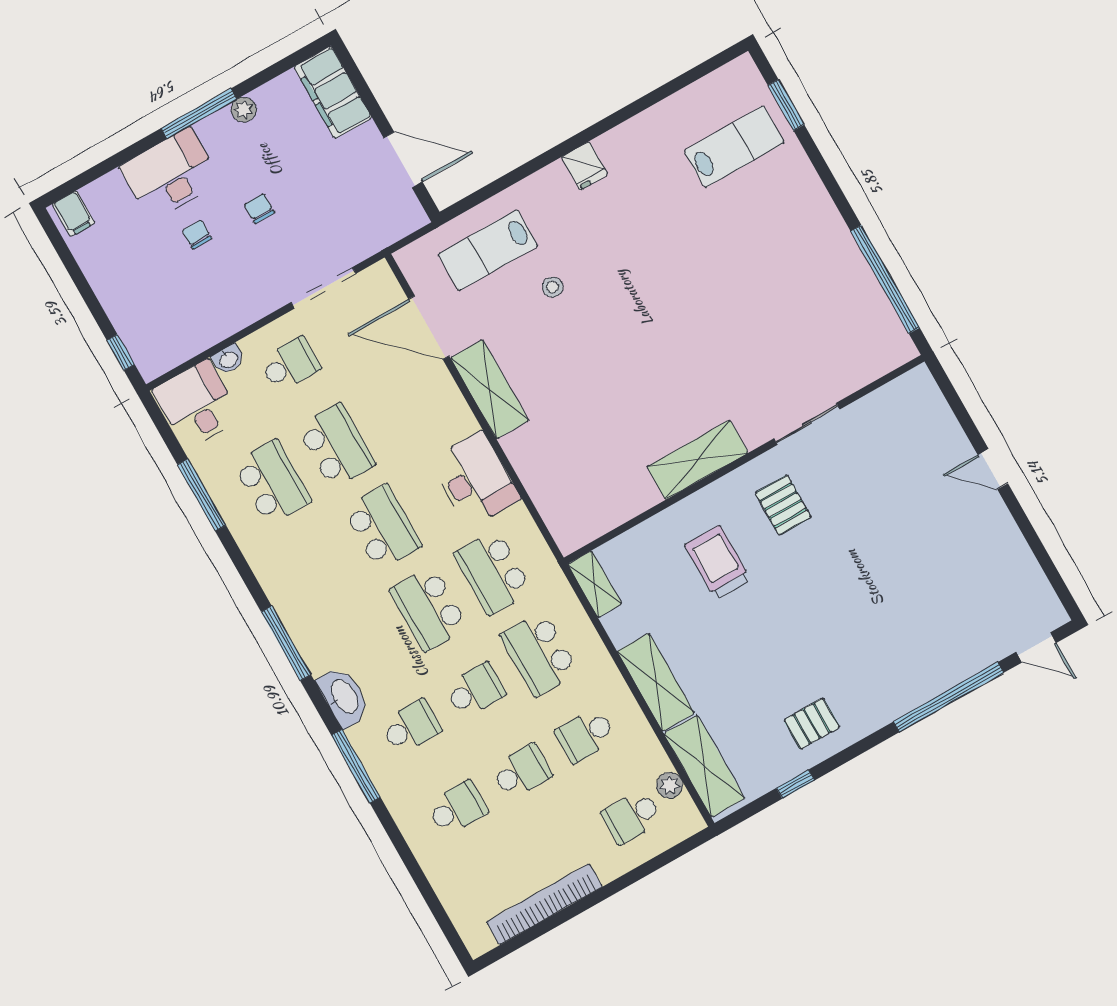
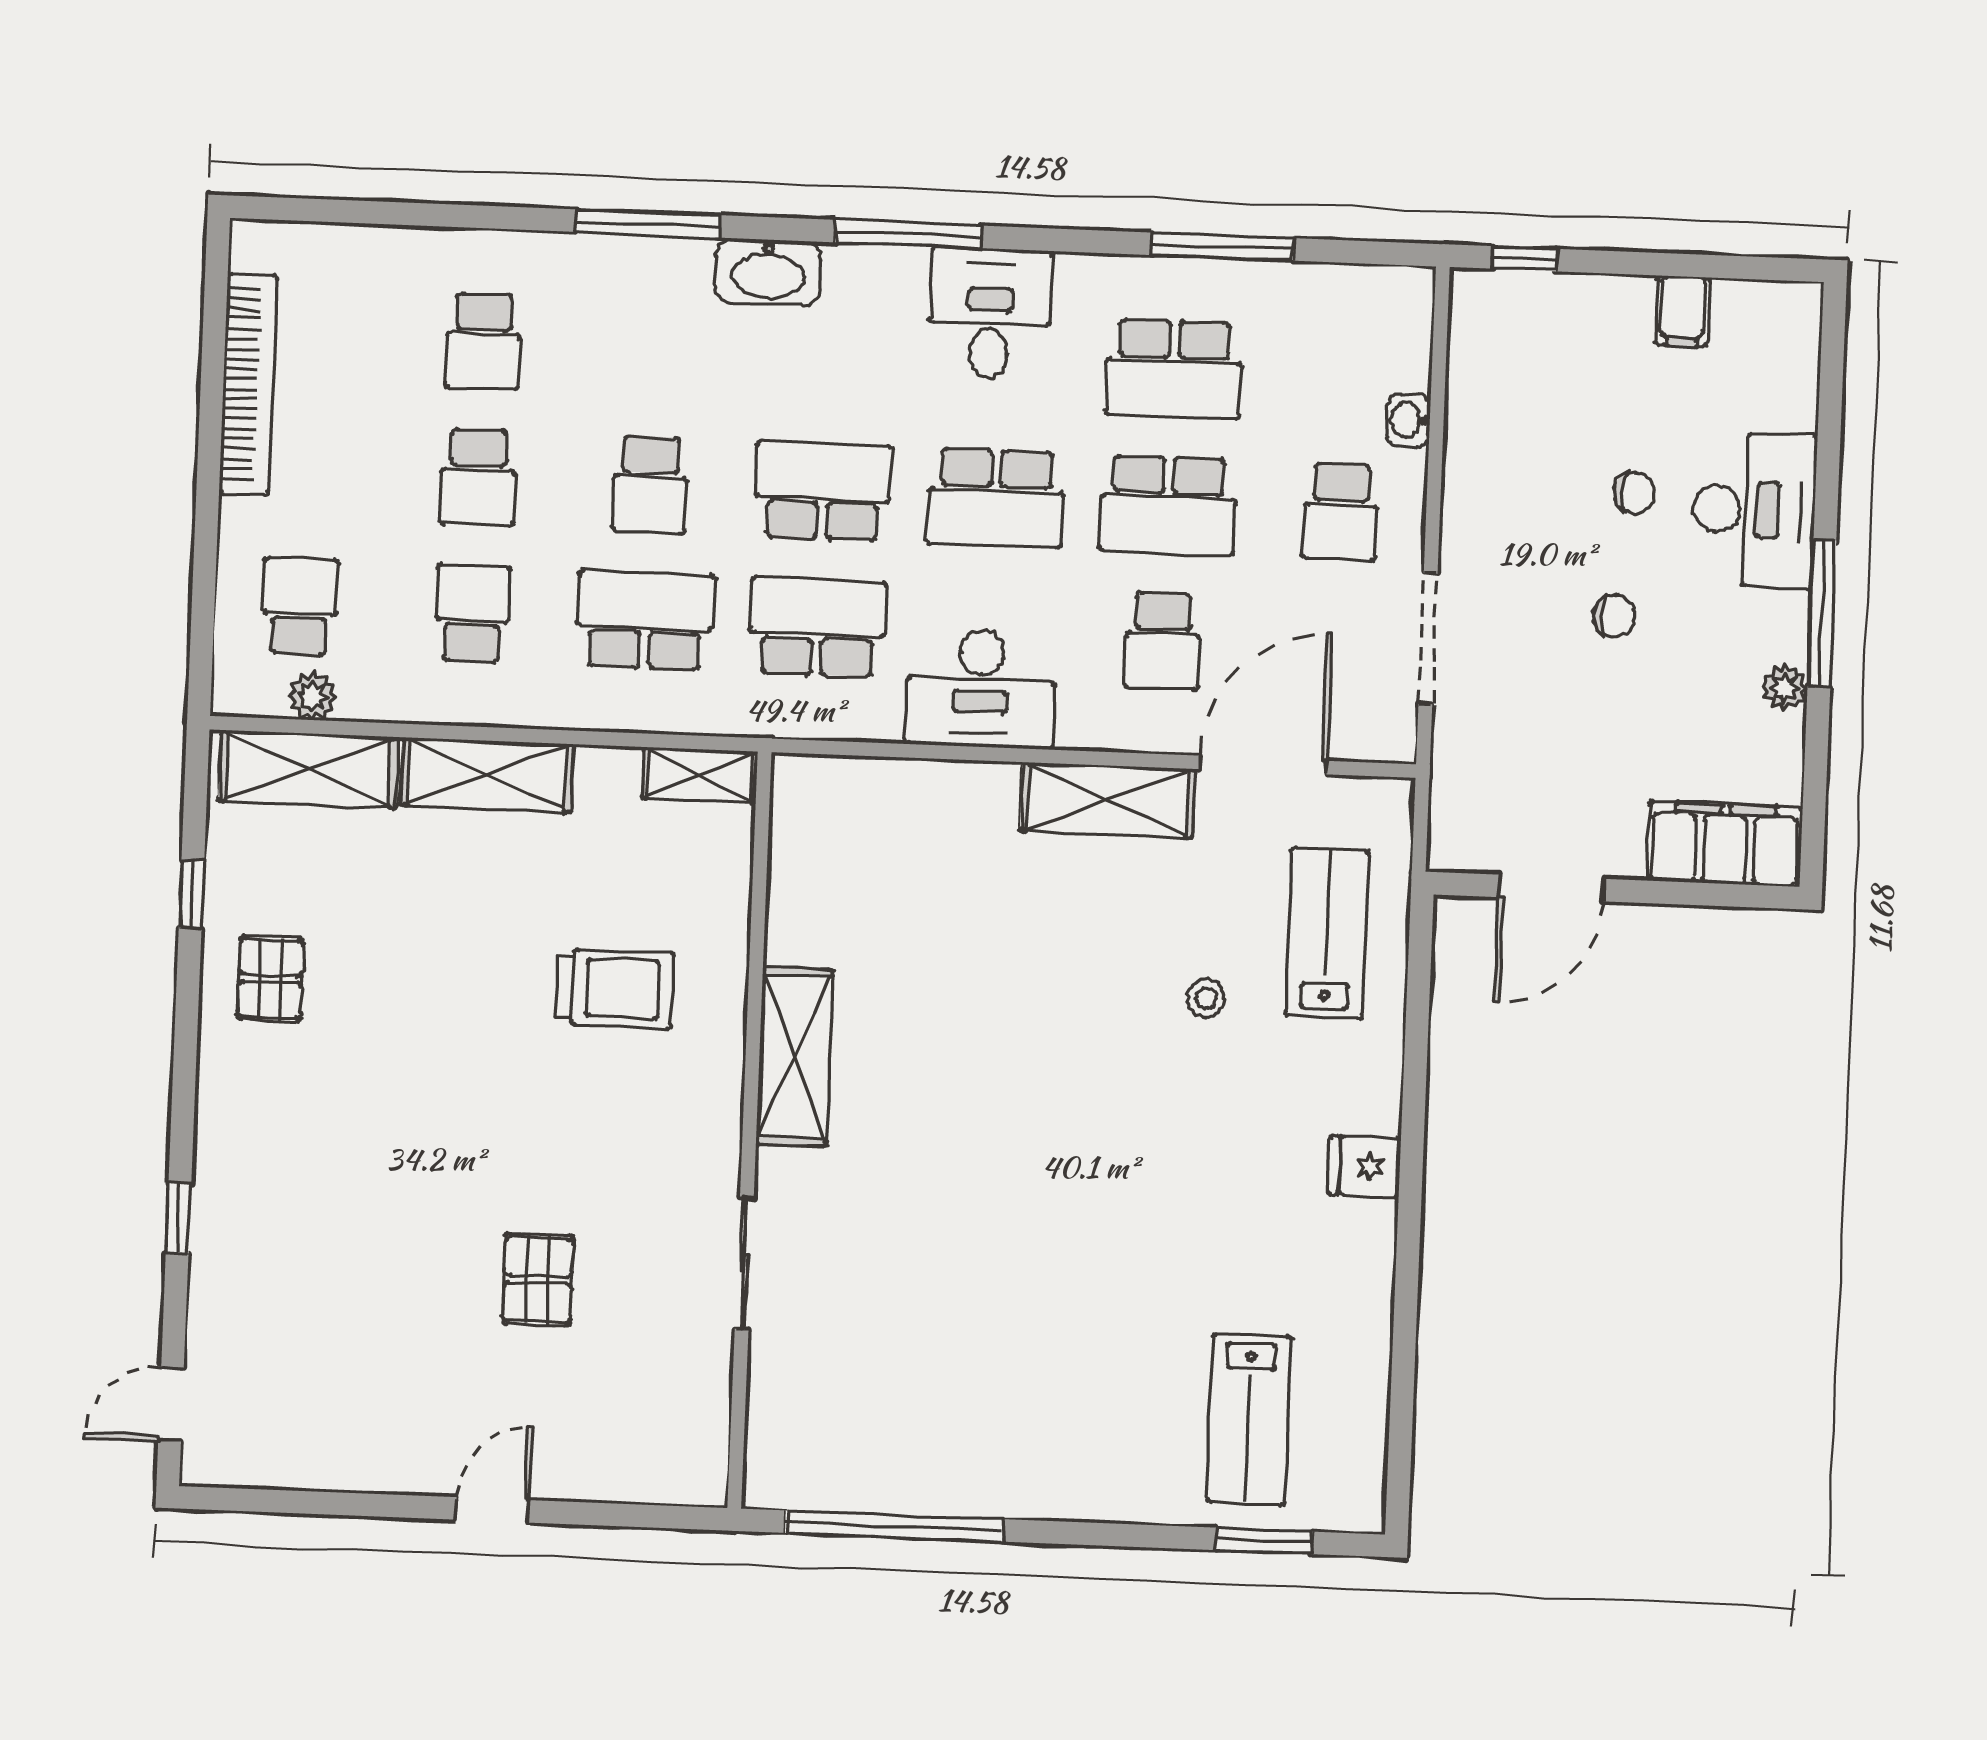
filing cabinet: (74, 214) -> (1683, 311), moved, turned -90
desk: (197, 404) -> (990, 314), moved, turned -90
pallet: (783, 505) -> (538, 1279), moved, turned 90
window: (948, 697) -> (178, 1218), width x0.32
school desk: (411, 727) -> (1163, 641), moved

